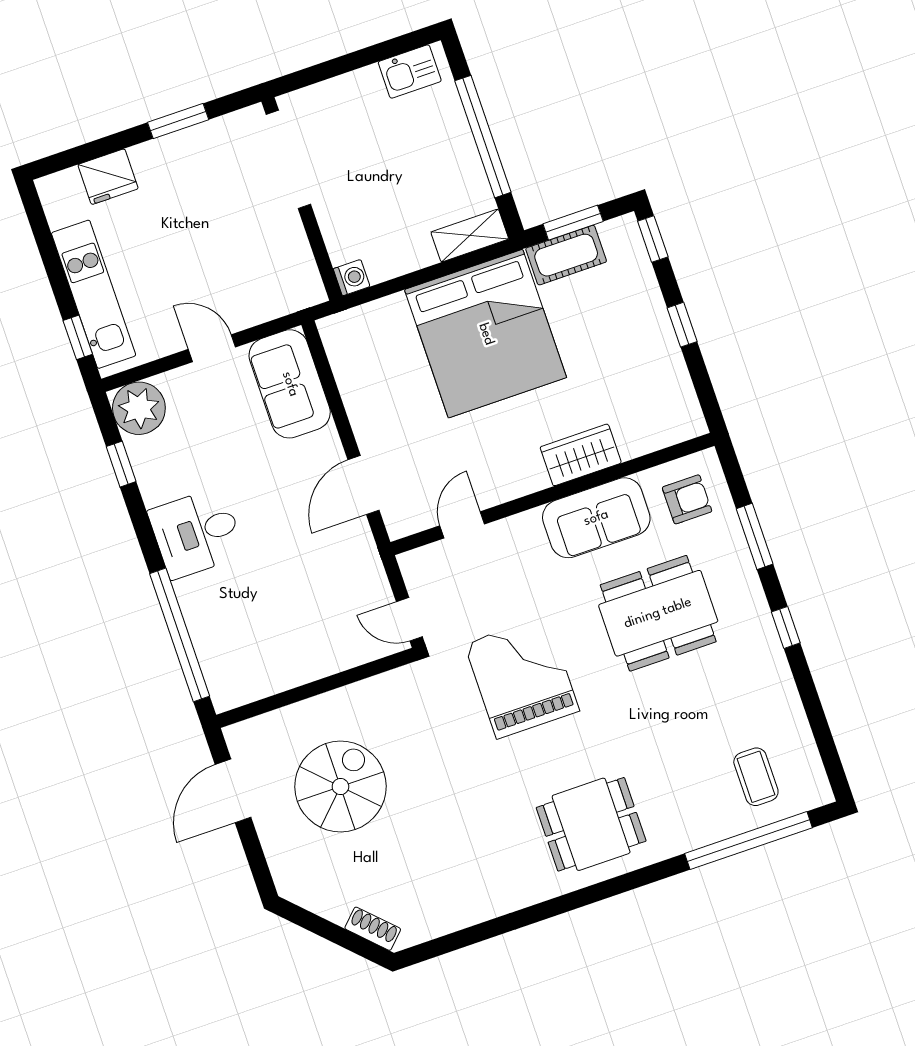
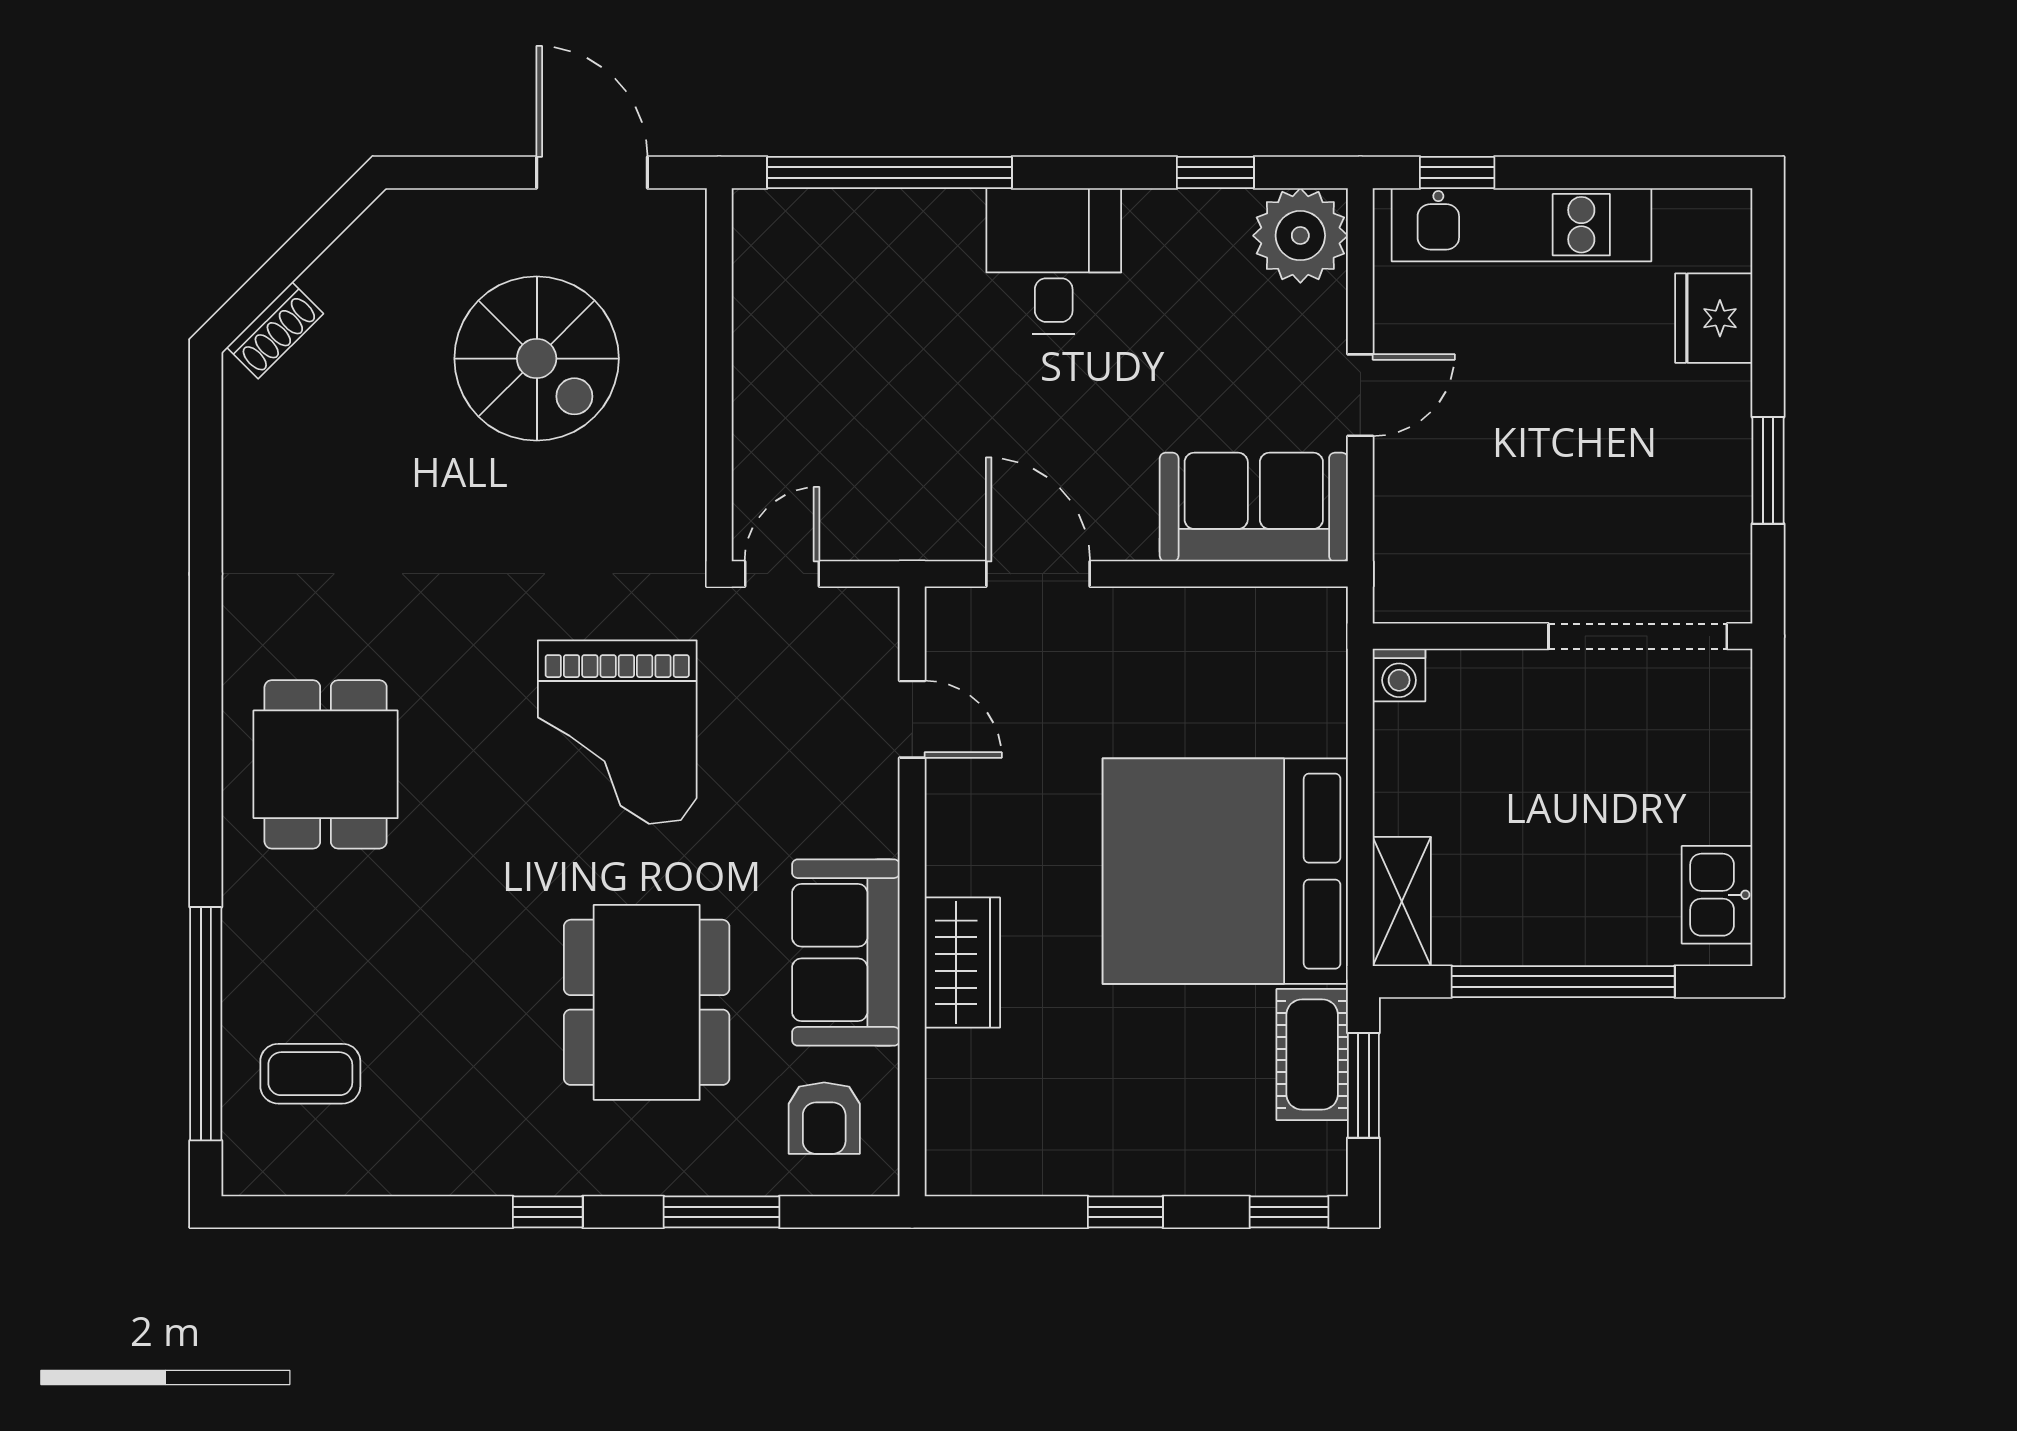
grand piano: (522, 677) -> (617, 732), turned 90

